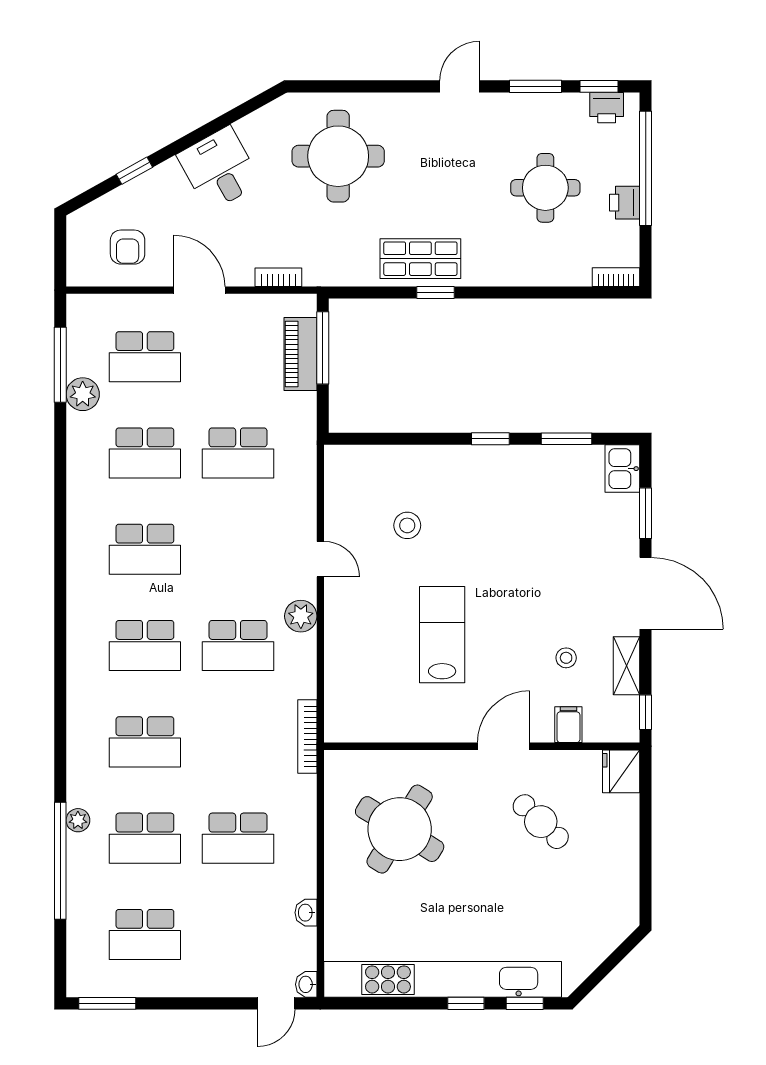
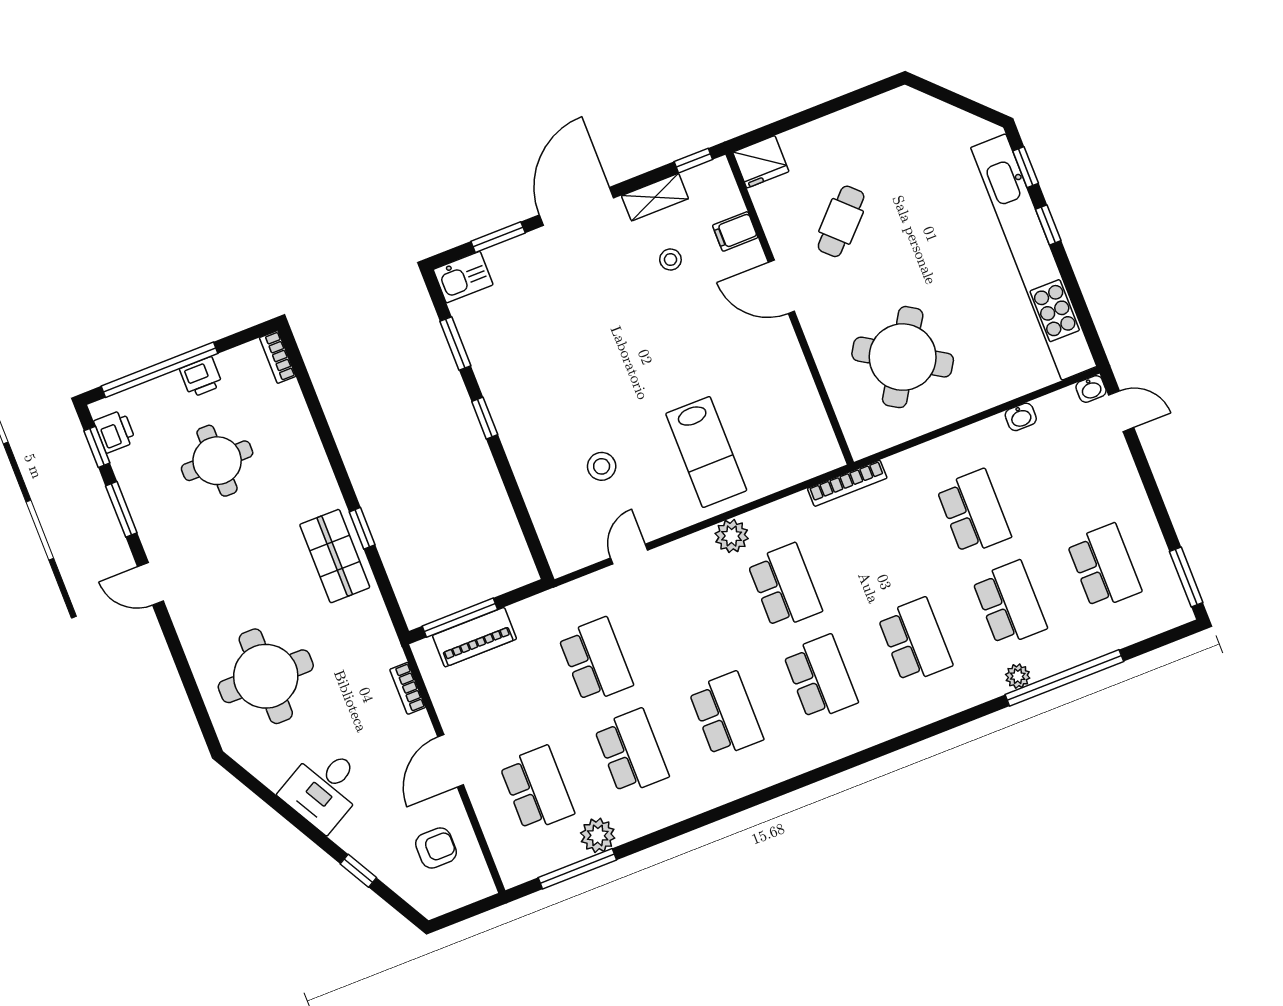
door: (320, 559) -> (629, 554), moved
lab bench: (442, 635) -> (706, 452), moved, turned -90

